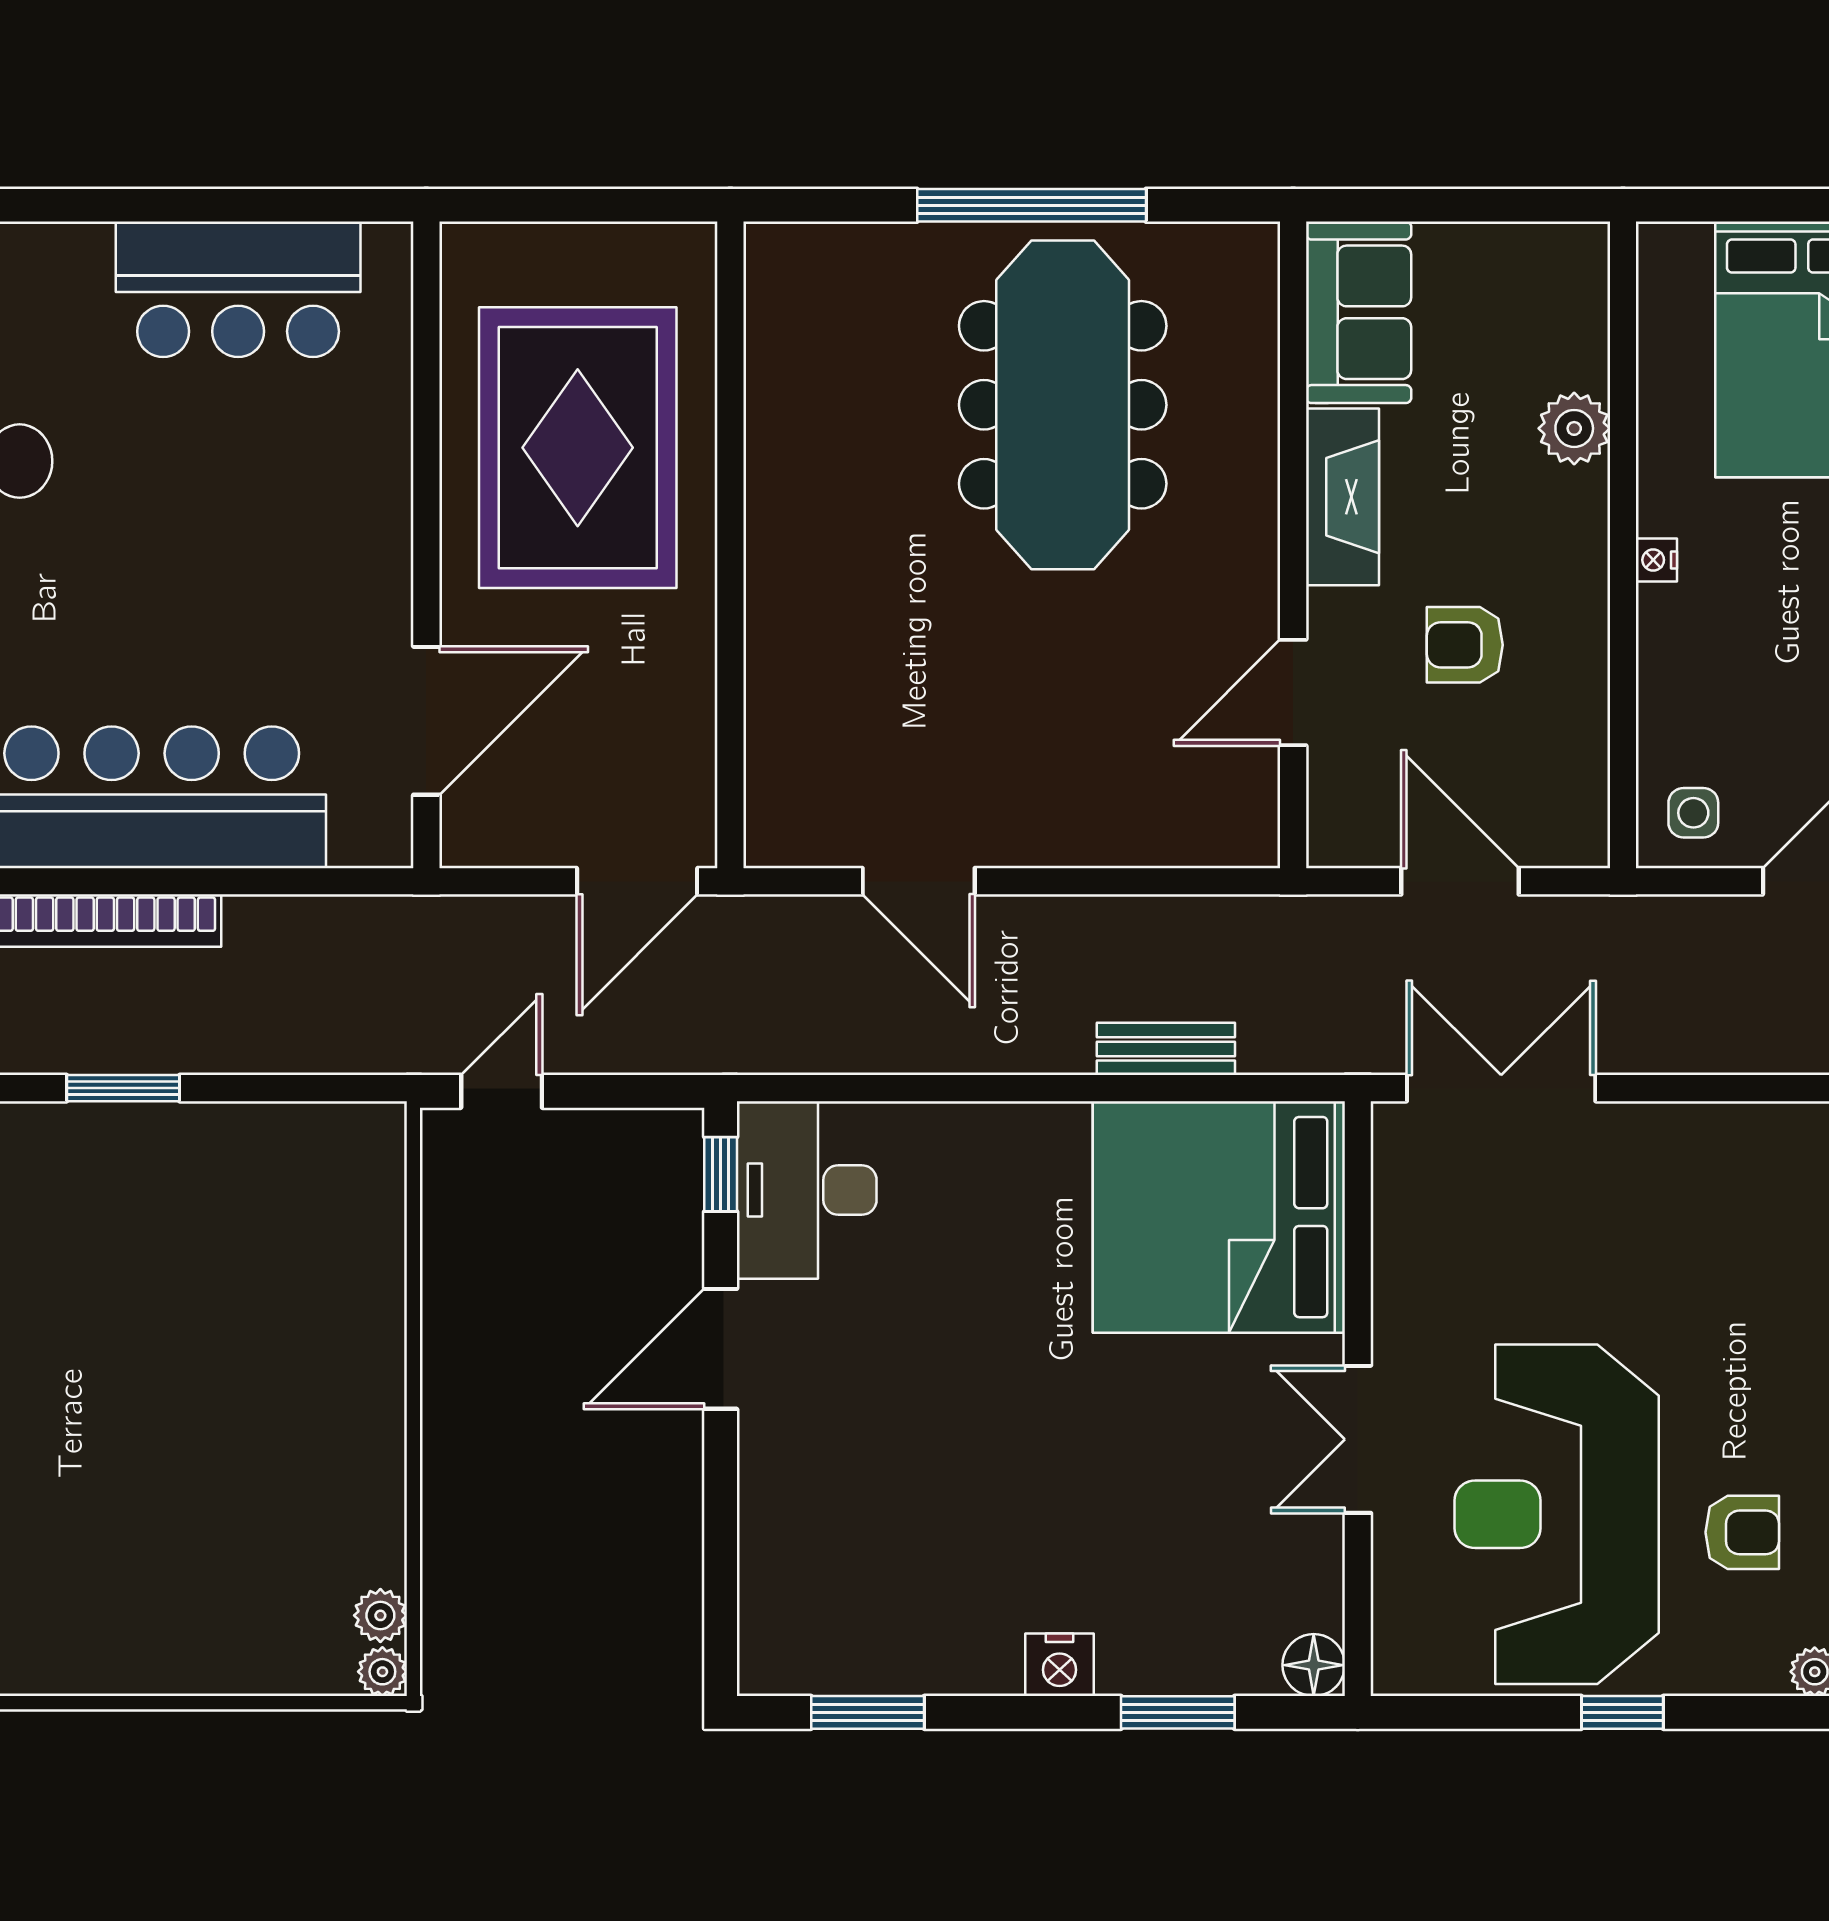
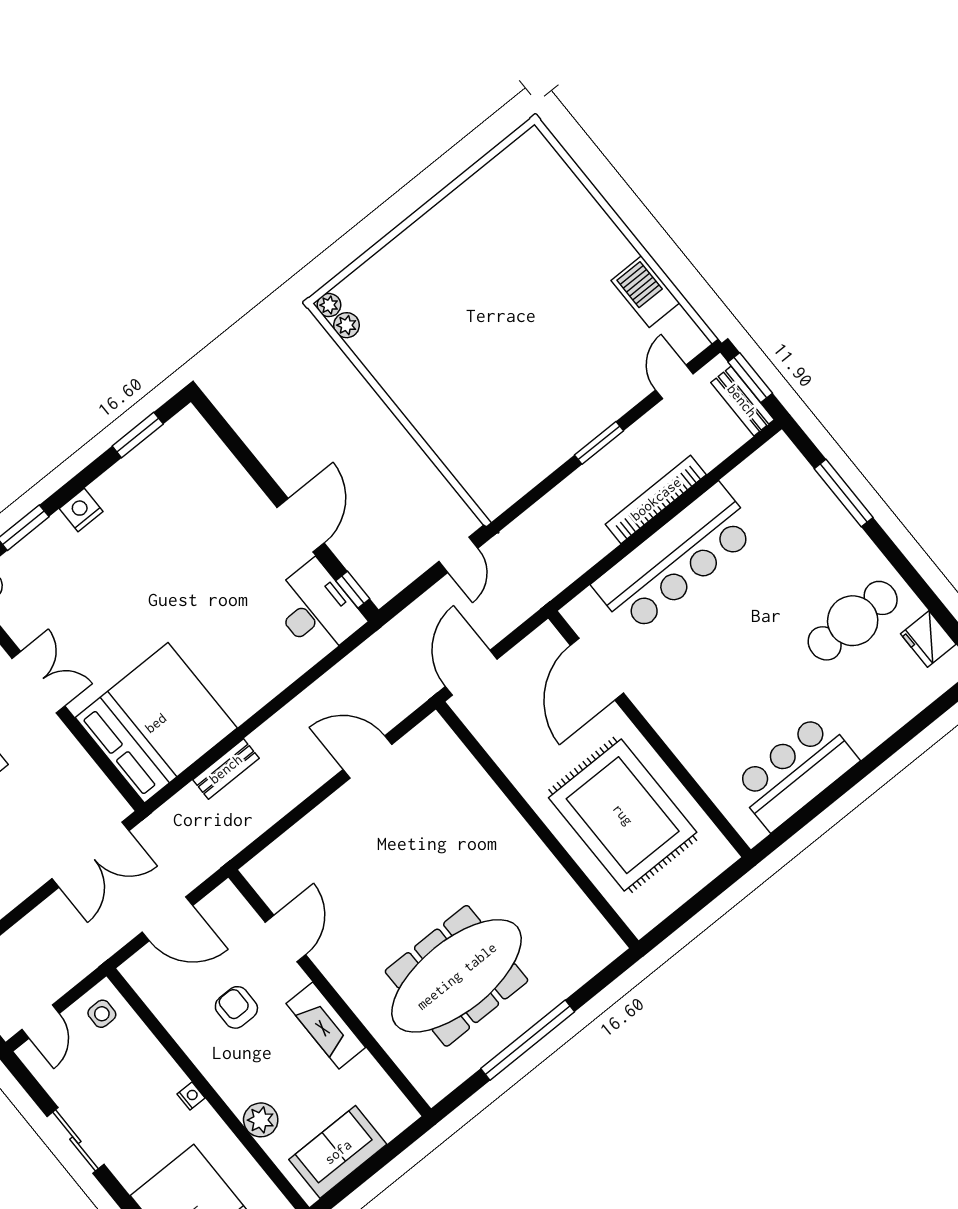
sofa: (1359, 312) -> (338, 1152), moved, turned 90
meeting table: (1063, 405) -> (457, 976), turned 90
armchair: (1465, 645) -> (236, 1007), turned -90

